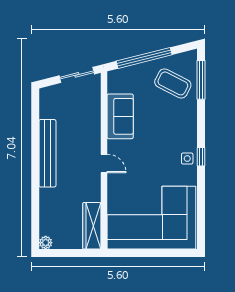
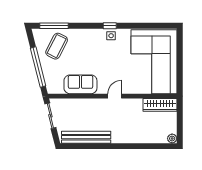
bench: (47, 153) -> (86, 137), moved

